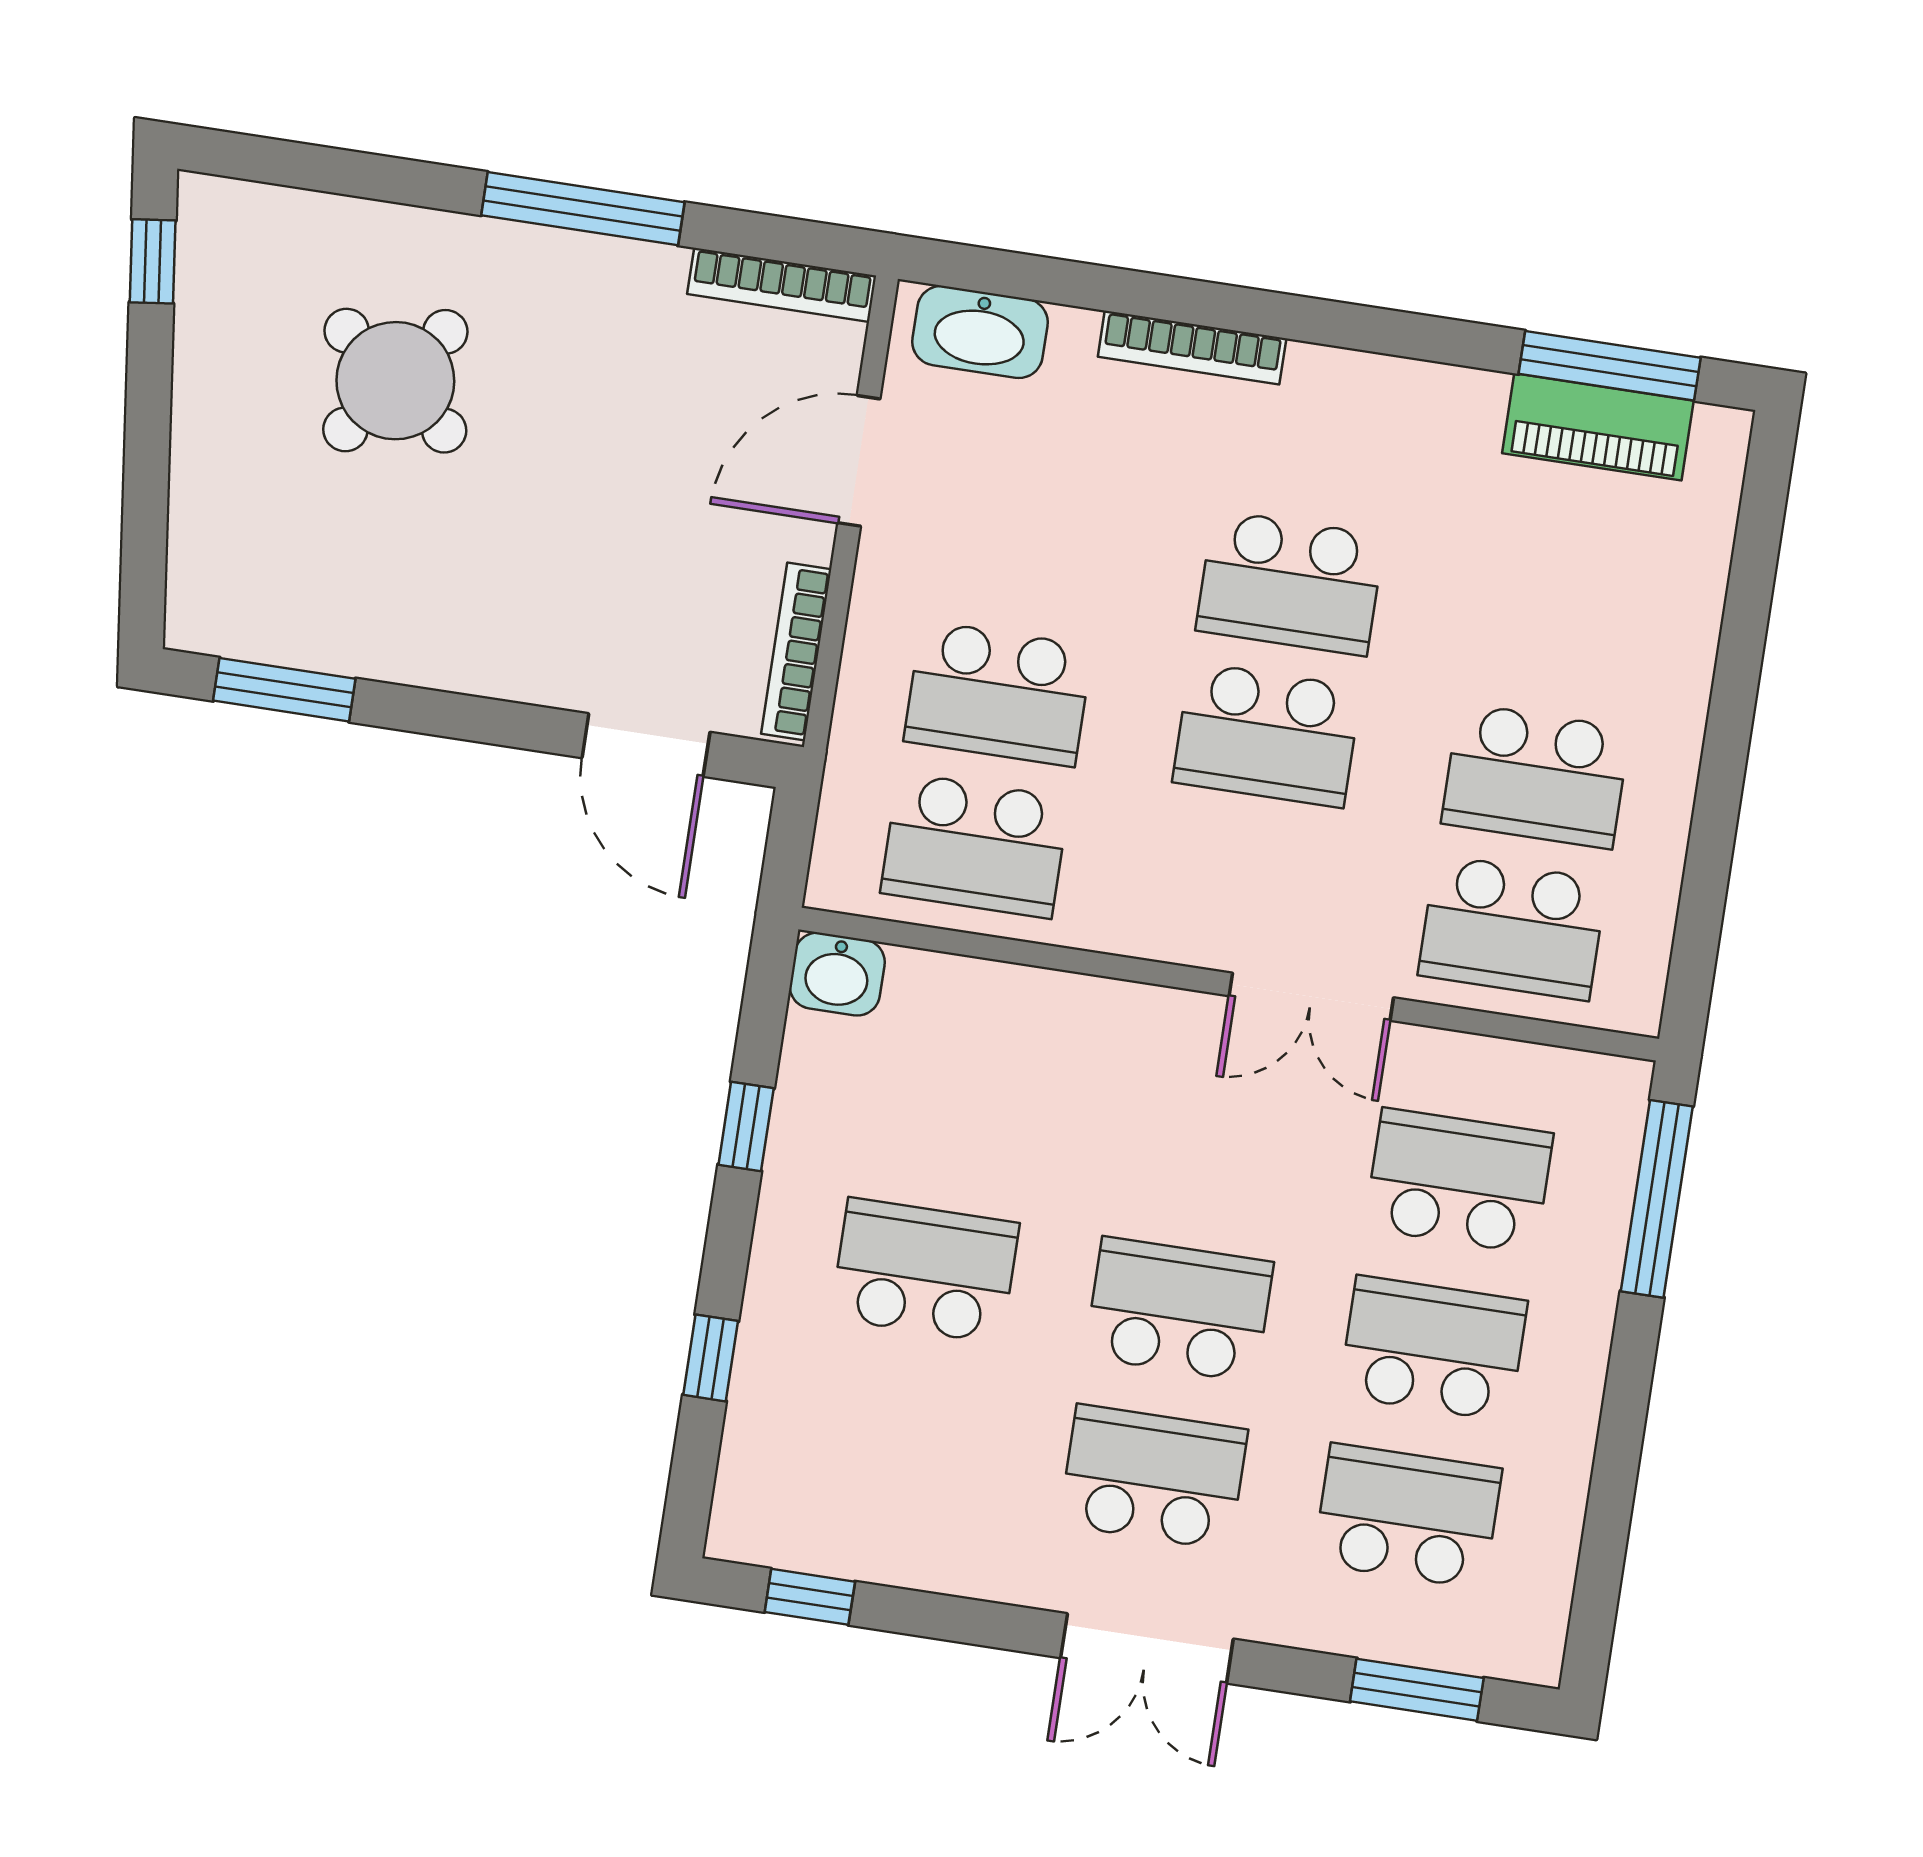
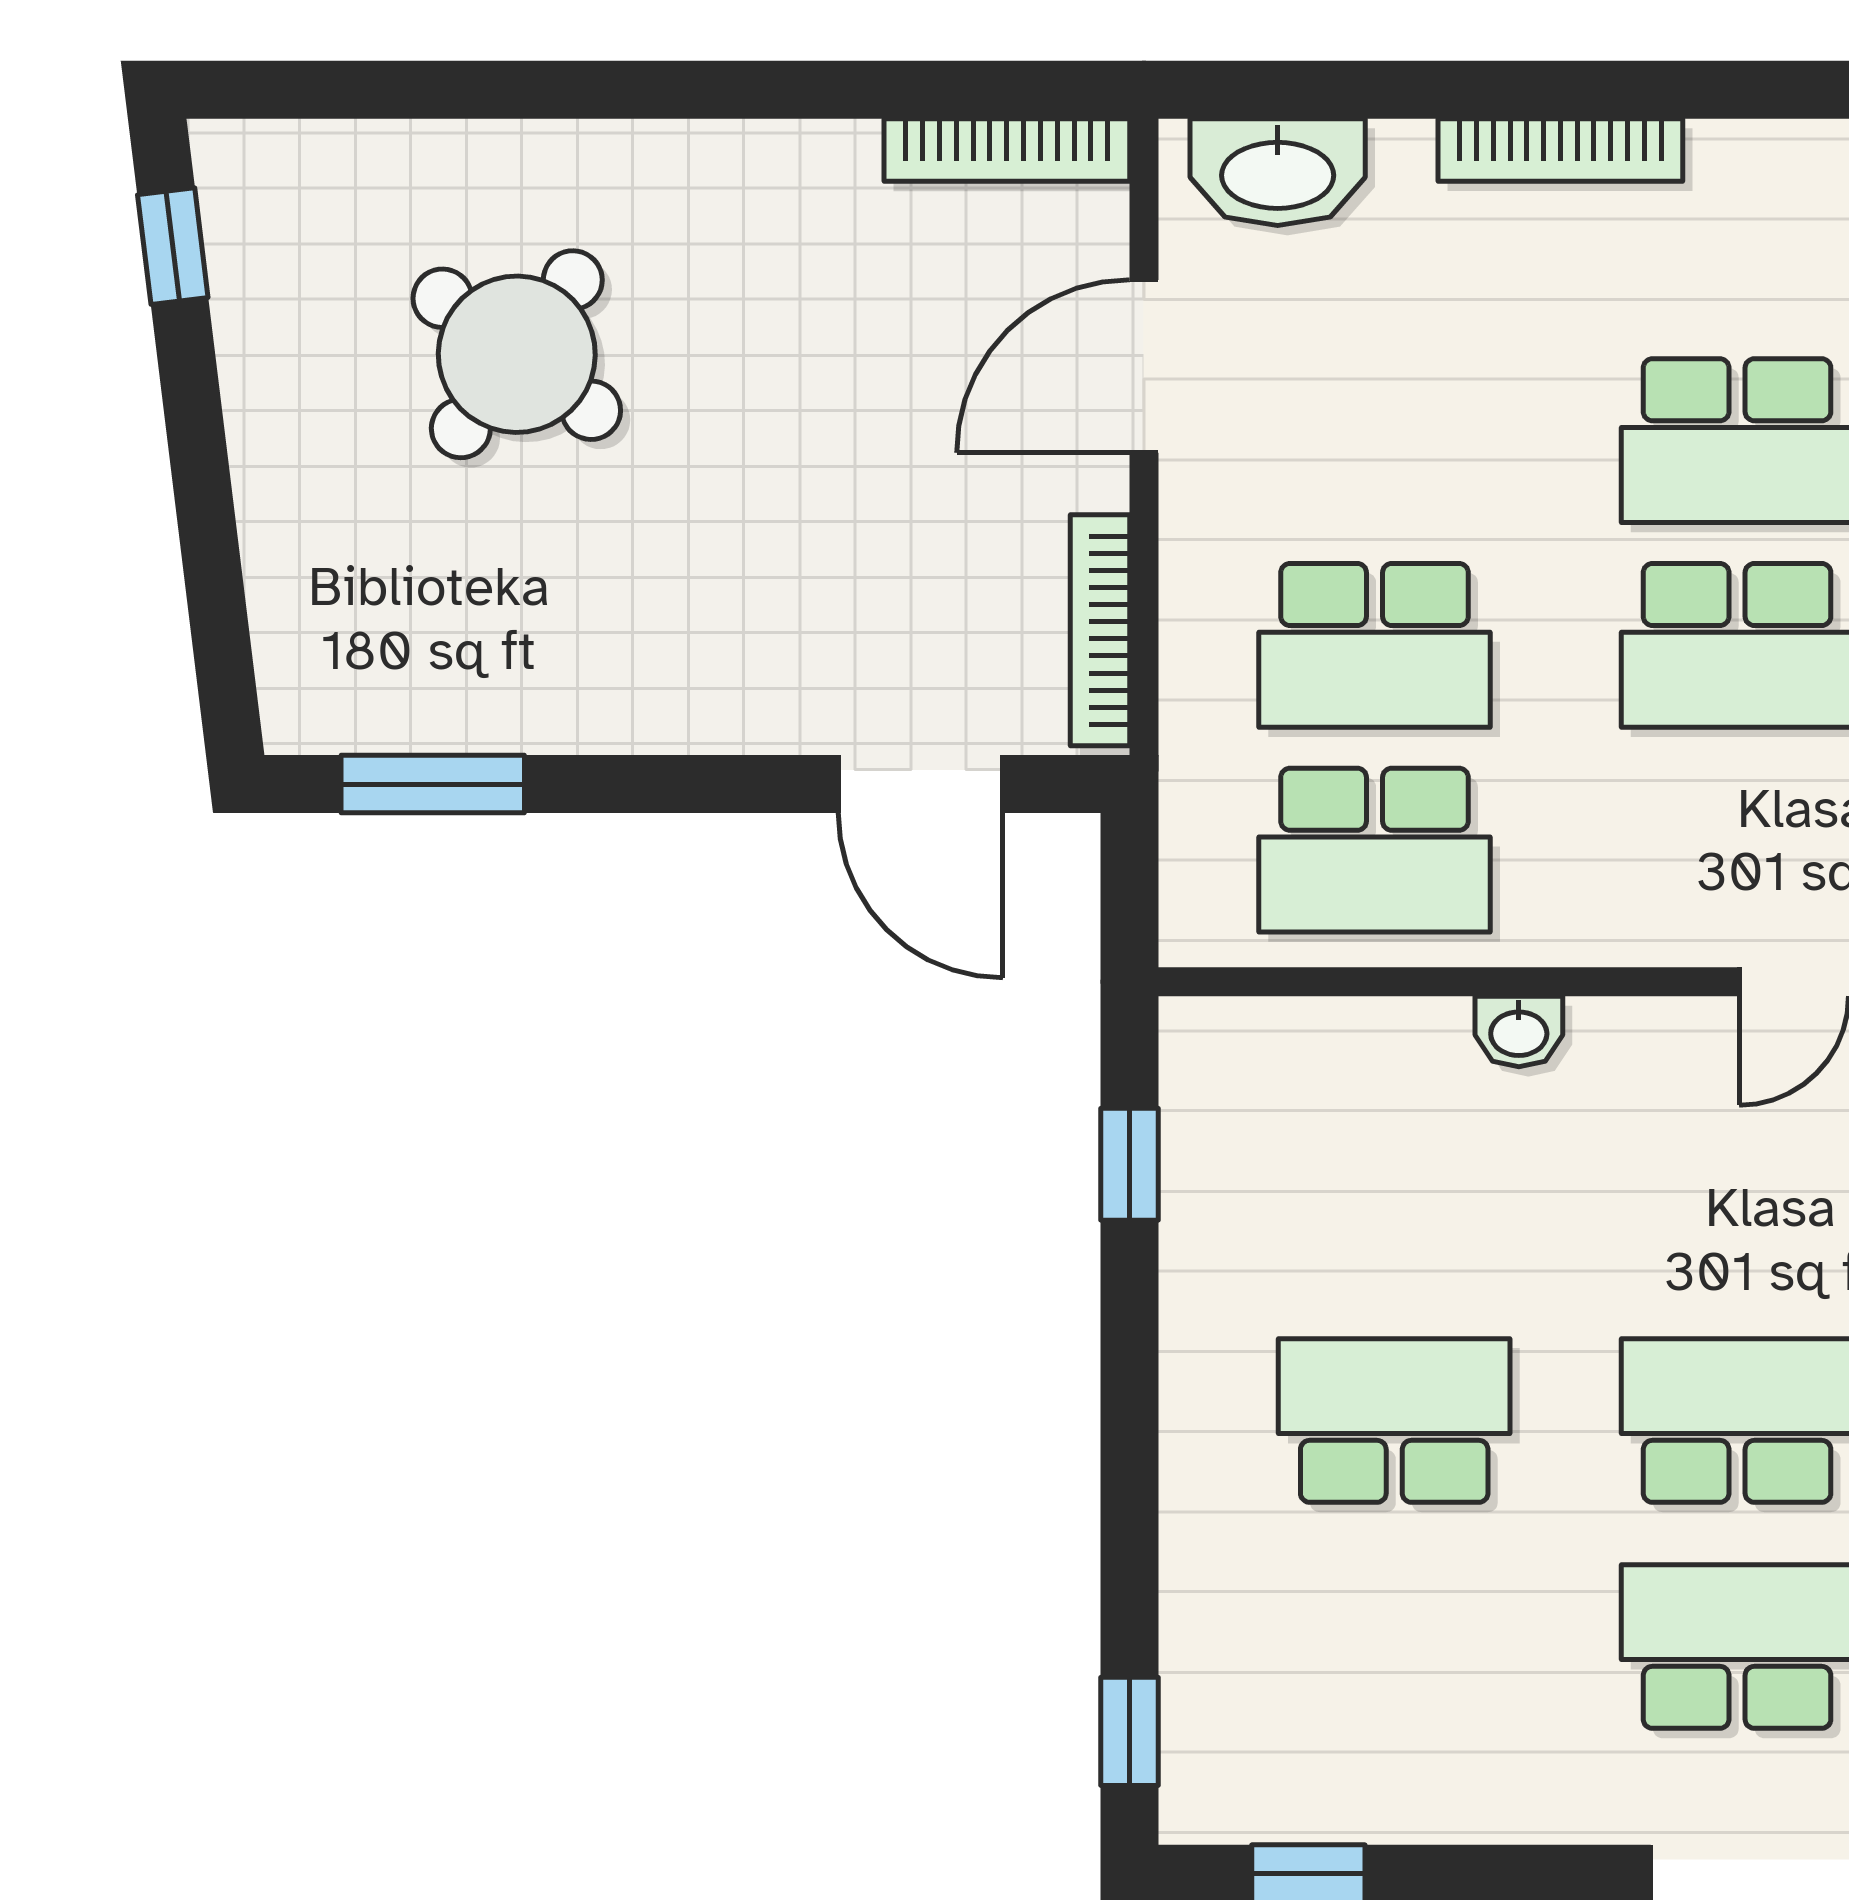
window: (583, 209) -> (729, 90), removed
washbasin: (837, 974) -> (1519, 1032), moved, width x0.72, depth x0.69
window: (746, 1126) -> (1130, 1164), moved
window: (711, 1358) -> (1130, 1731), moved

